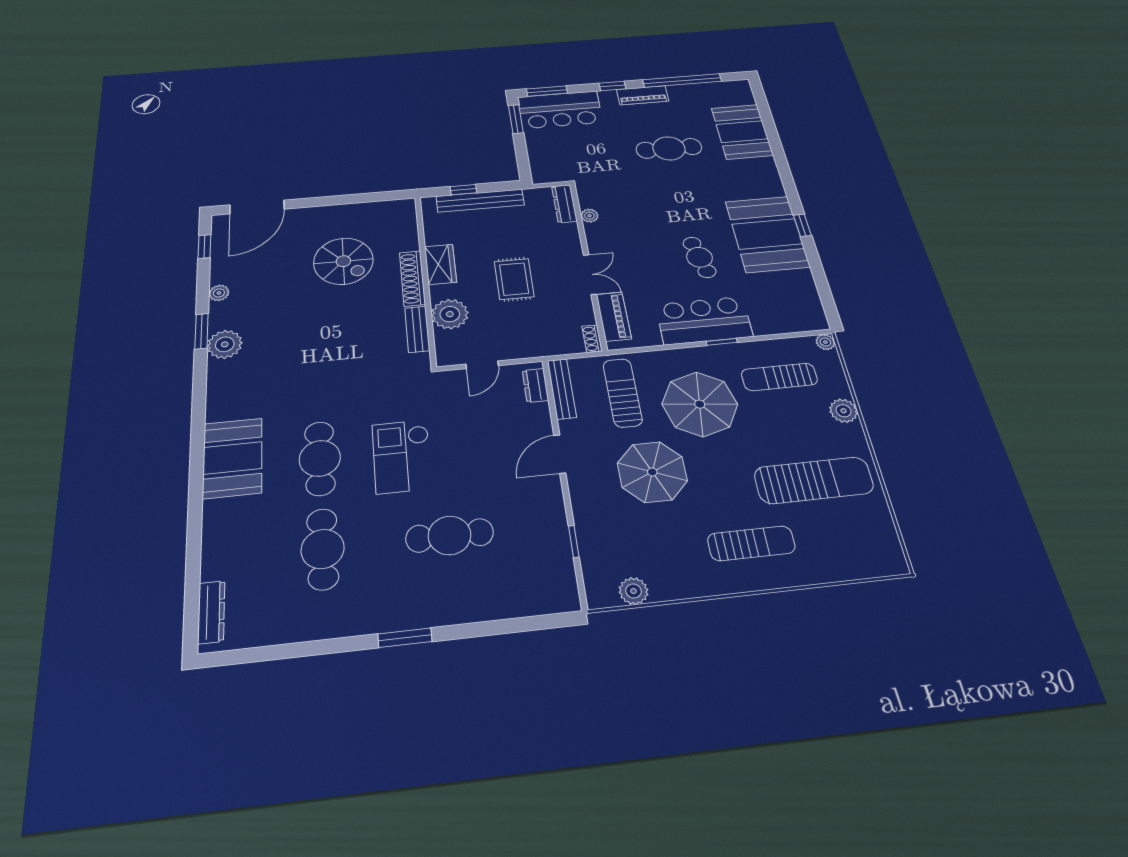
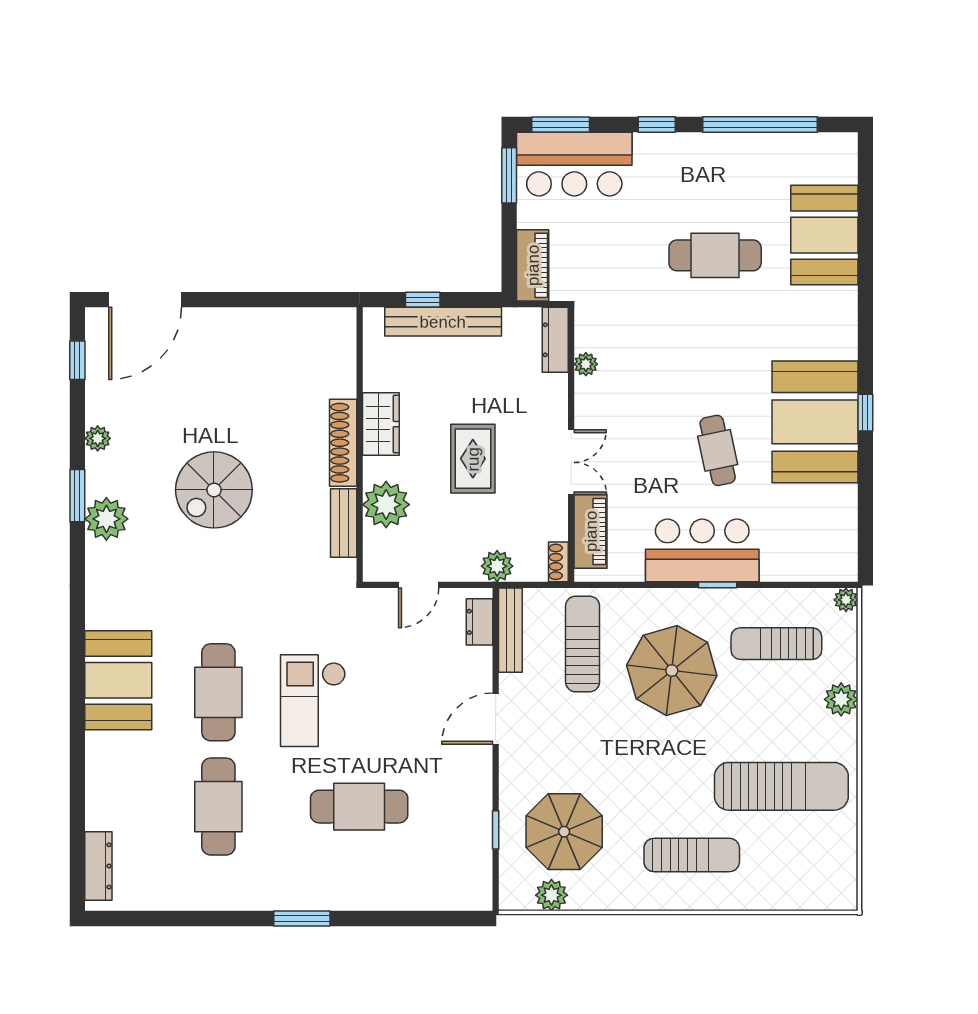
piano: (643, 95) -> (533, 265), moved, turned -90
spiral stairs: (343, 261) -> (214, 490), moved, turned 90
plant: (544, 346) -> (497, 566), added
parasol: (652, 472) -> (564, 832), moved

